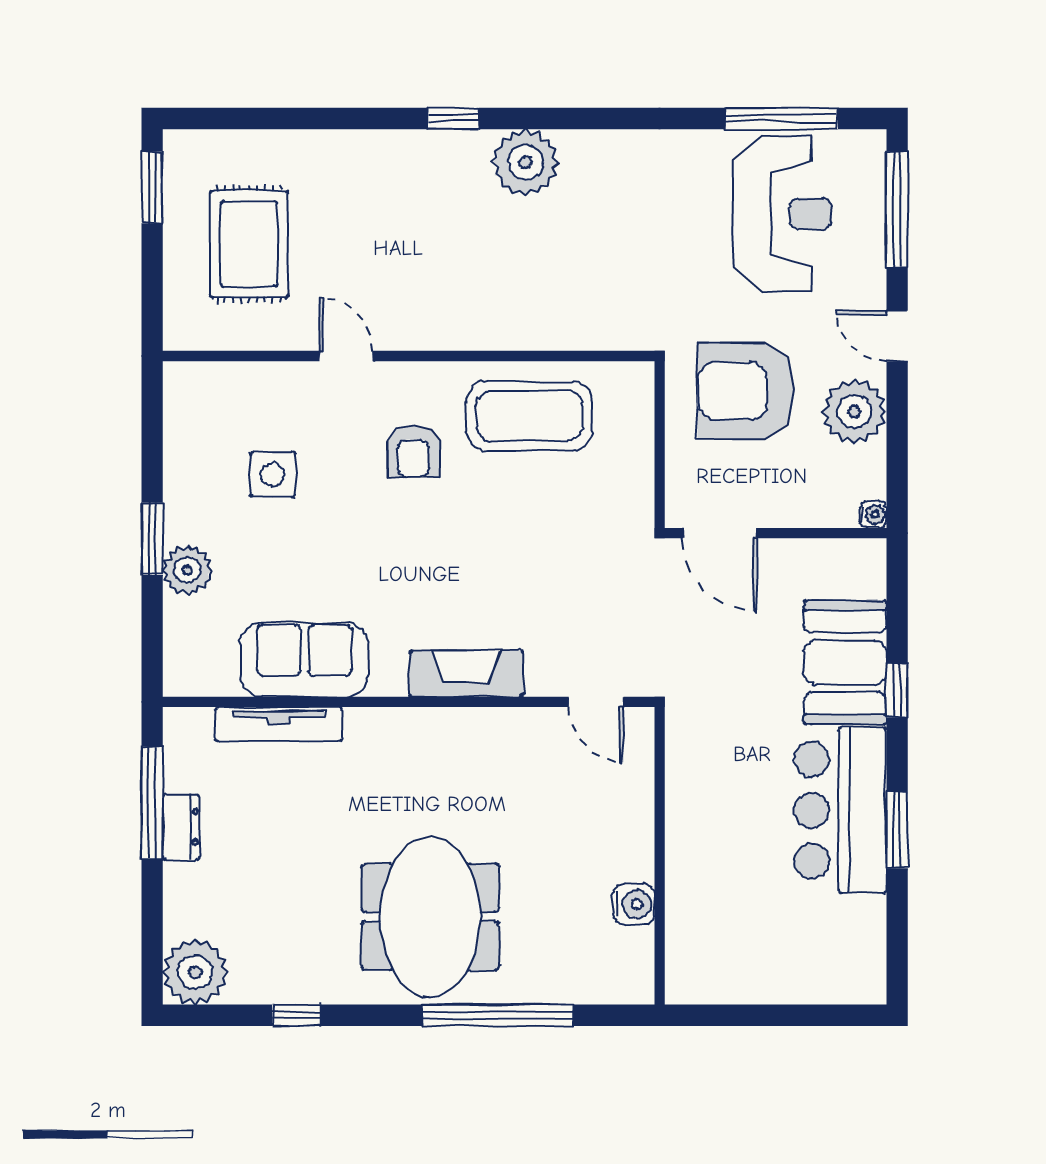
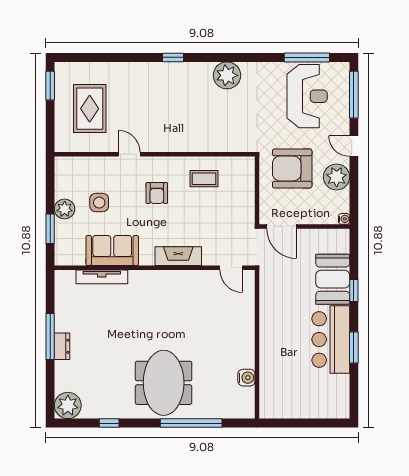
plant: (526, 162) -> (227, 75), moved
coffee table: (529, 416) -> (204, 179), width x0.54, depth x0.58
plant: (187, 570) -> (65, 209), moved
sofa: (304, 660) -> (112, 251), moved
fireplace: (466, 673) -> (178, 256), moved
wall: (409, 702) -> (155, 268), moved
door: (596, 702) -> (231, 268), moved
tv unit: (279, 724) -> (102, 277), moved

